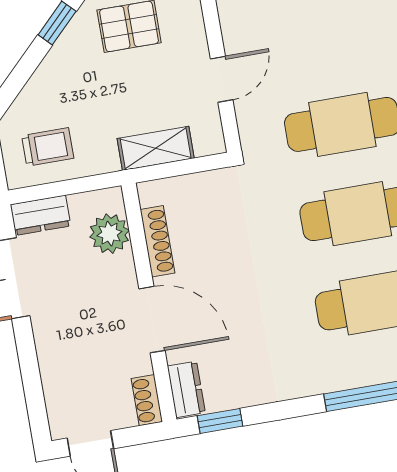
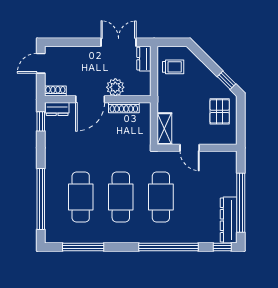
trolley: (48, 147) -> (173, 67), turned -90
shelving: (156, 148) -> (164, 129), moved
plant: (109, 234) -> (115, 87), moved

